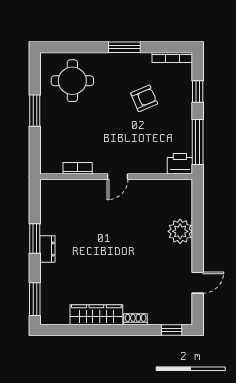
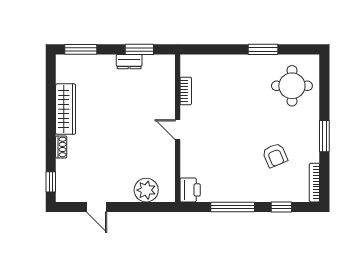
printer: (180, 164) -> (190, 190), moved
bookcase: (78, 168) -> (186, 91), moved
wall: (116, 177) -> (178, 128), moved
door: (118, 177) -> (178, 130), moved

